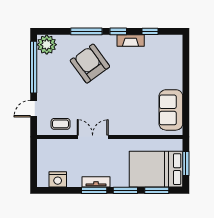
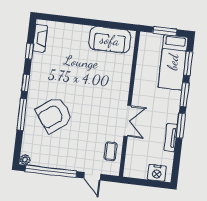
fireplace: (131, 41) -> (40, 38), moved
plant: (47, 45) -> (25, 160), width x0.53, depth x0.53
double door: (93, 137) -> (127, 121), swing flipped
bed: (156, 169) -> (173, 62), width x0.67
nightstand: (58, 179) -> (157, 173), moved, turned 90
tv unit: (96, 182) -> (171, 138), moved

